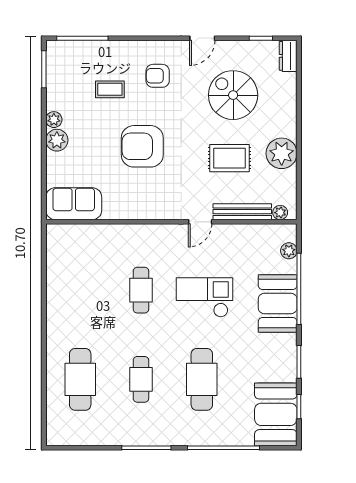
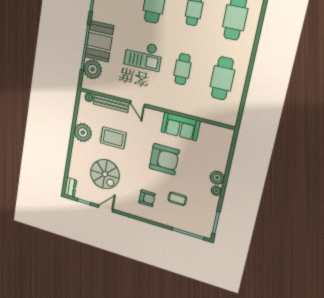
door: (202, 38) -> (106, 208), moved
sofa: (74, 204) -> (180, 126), moved
door: (200, 222) -> (137, 104), swing flipped
plant: (289, 251) -> (93, 69), width x1.88, depth x1.88
cafe table: (80, 290) -> (222, 78), added

